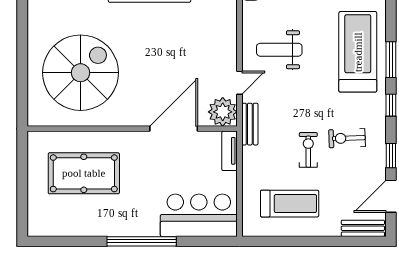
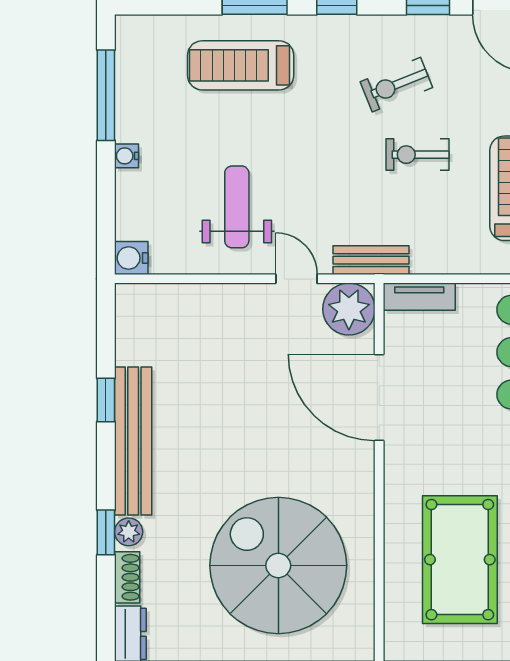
weight bench: (279, 50) -> (237, 207), turned 180
treadmill: (358, 52) -> (241, 65), width x0.73, depth x0.73
exercise bike: (347, 138) -> (396, 85), turned 70

